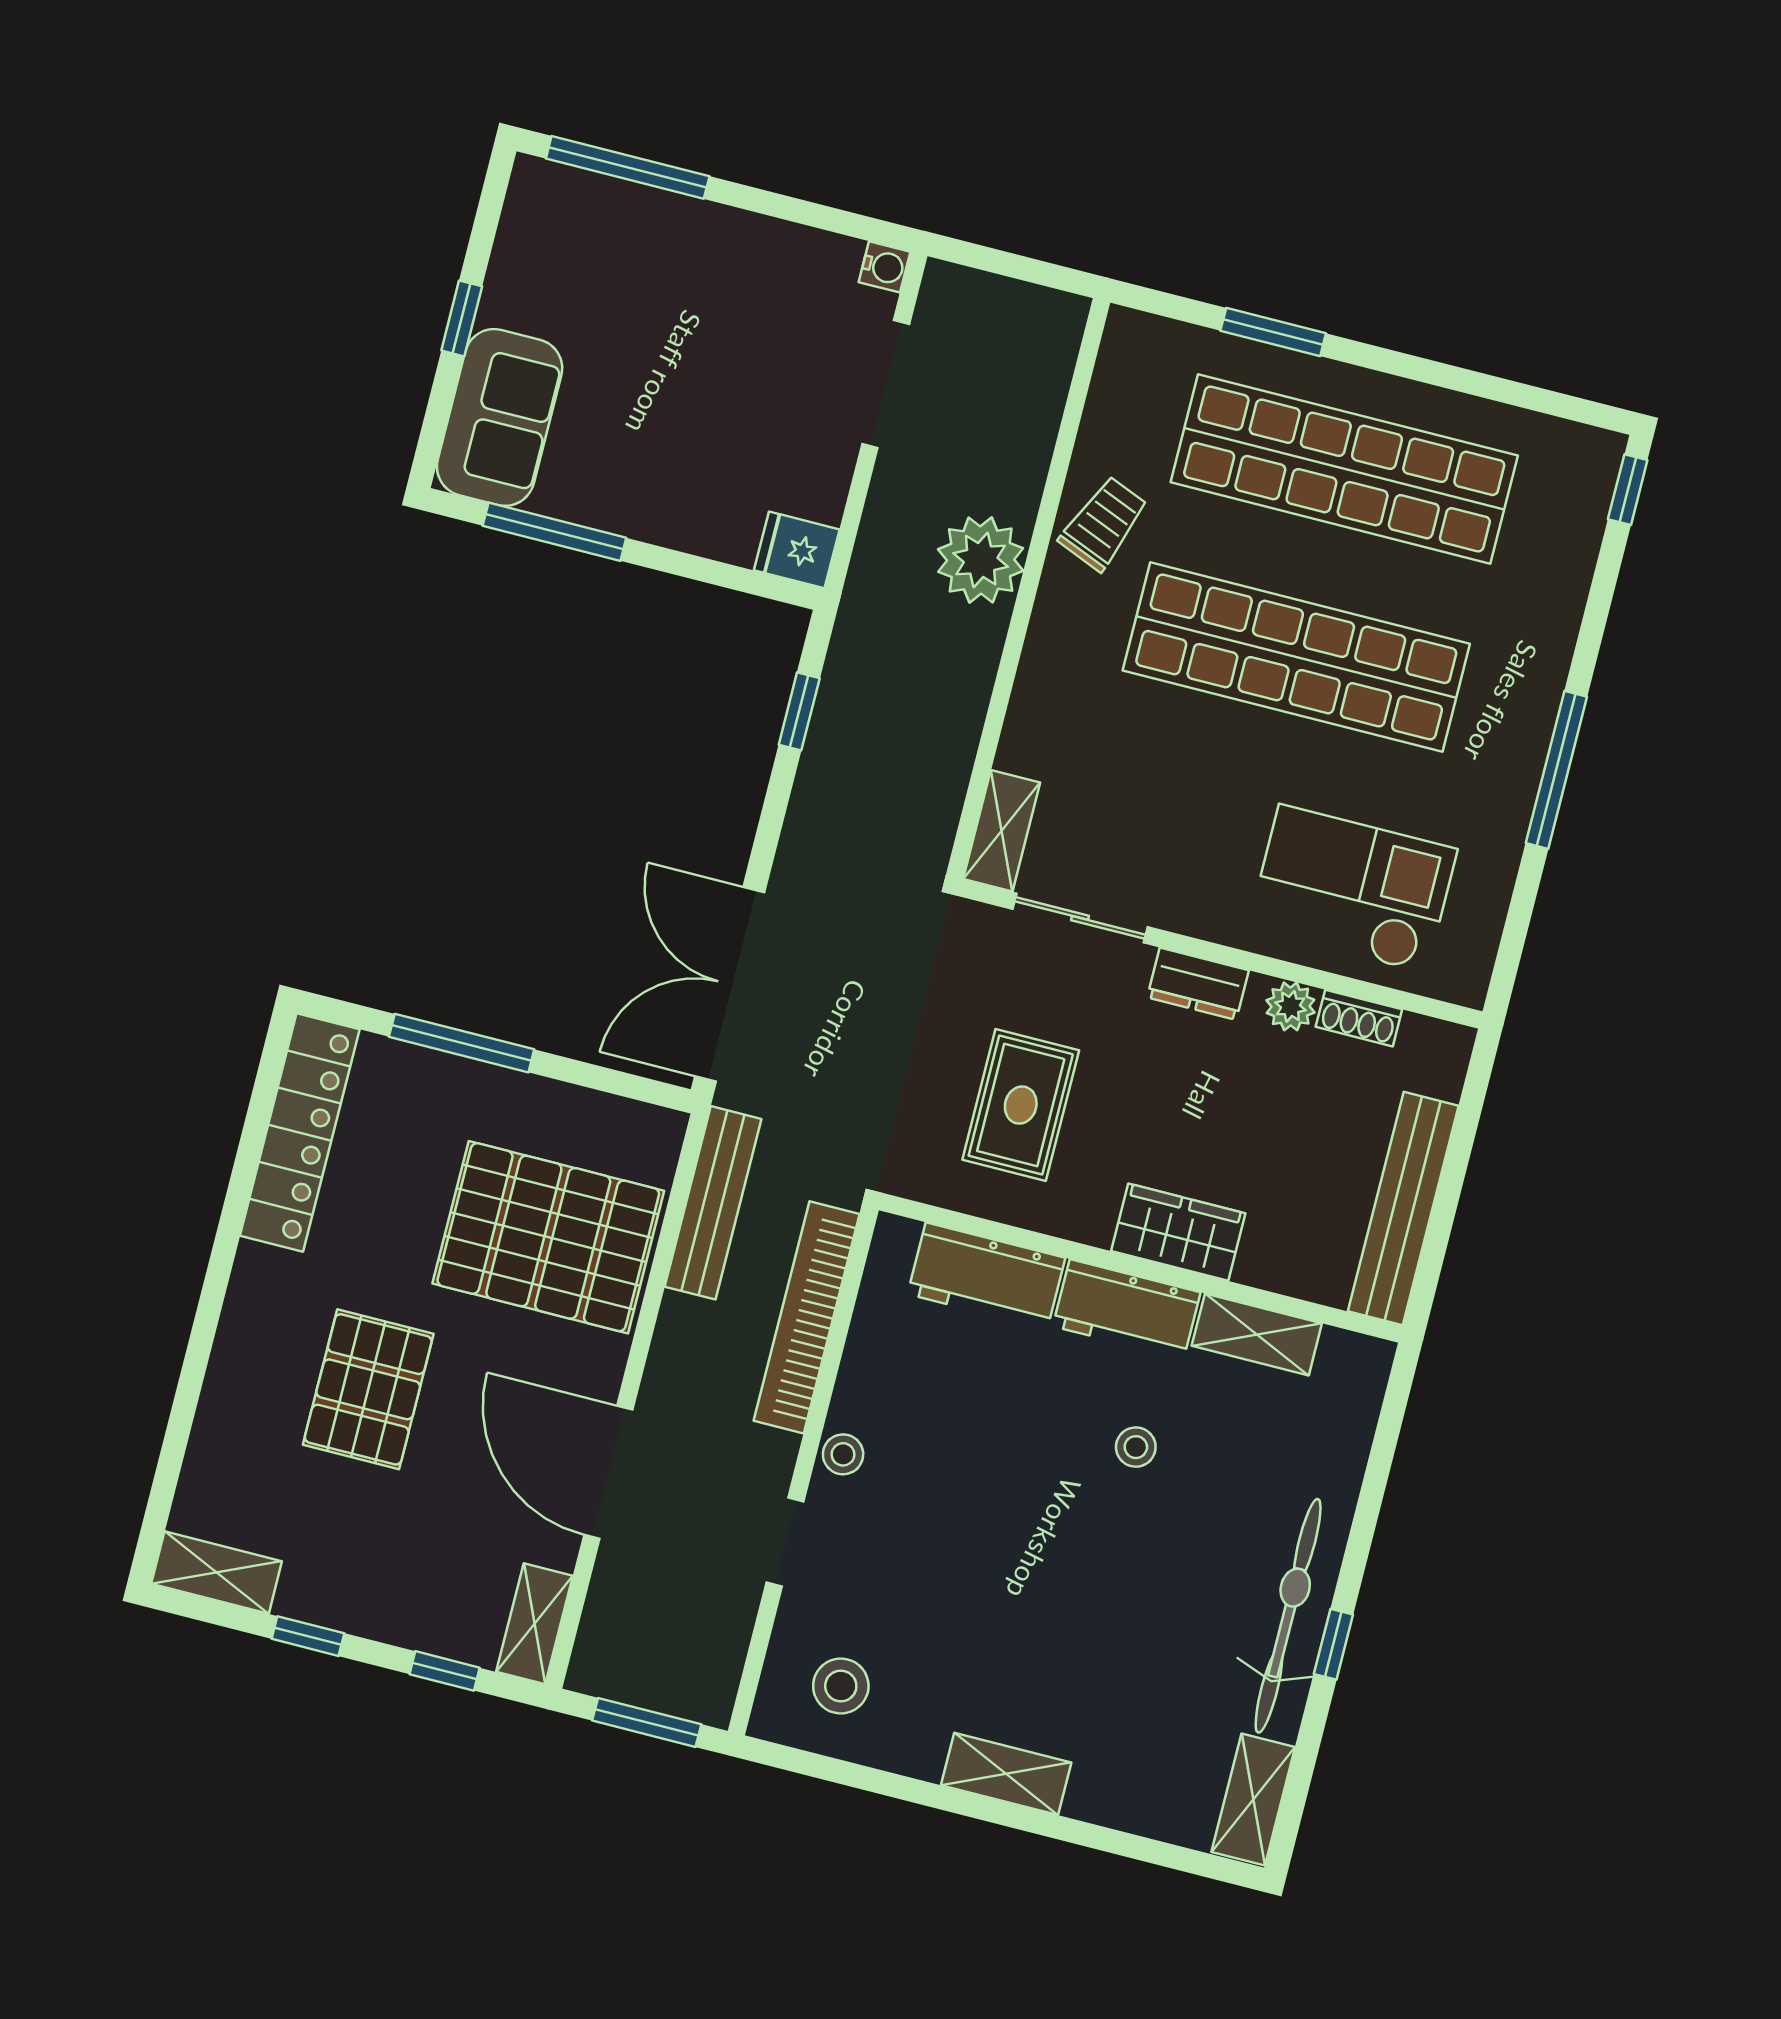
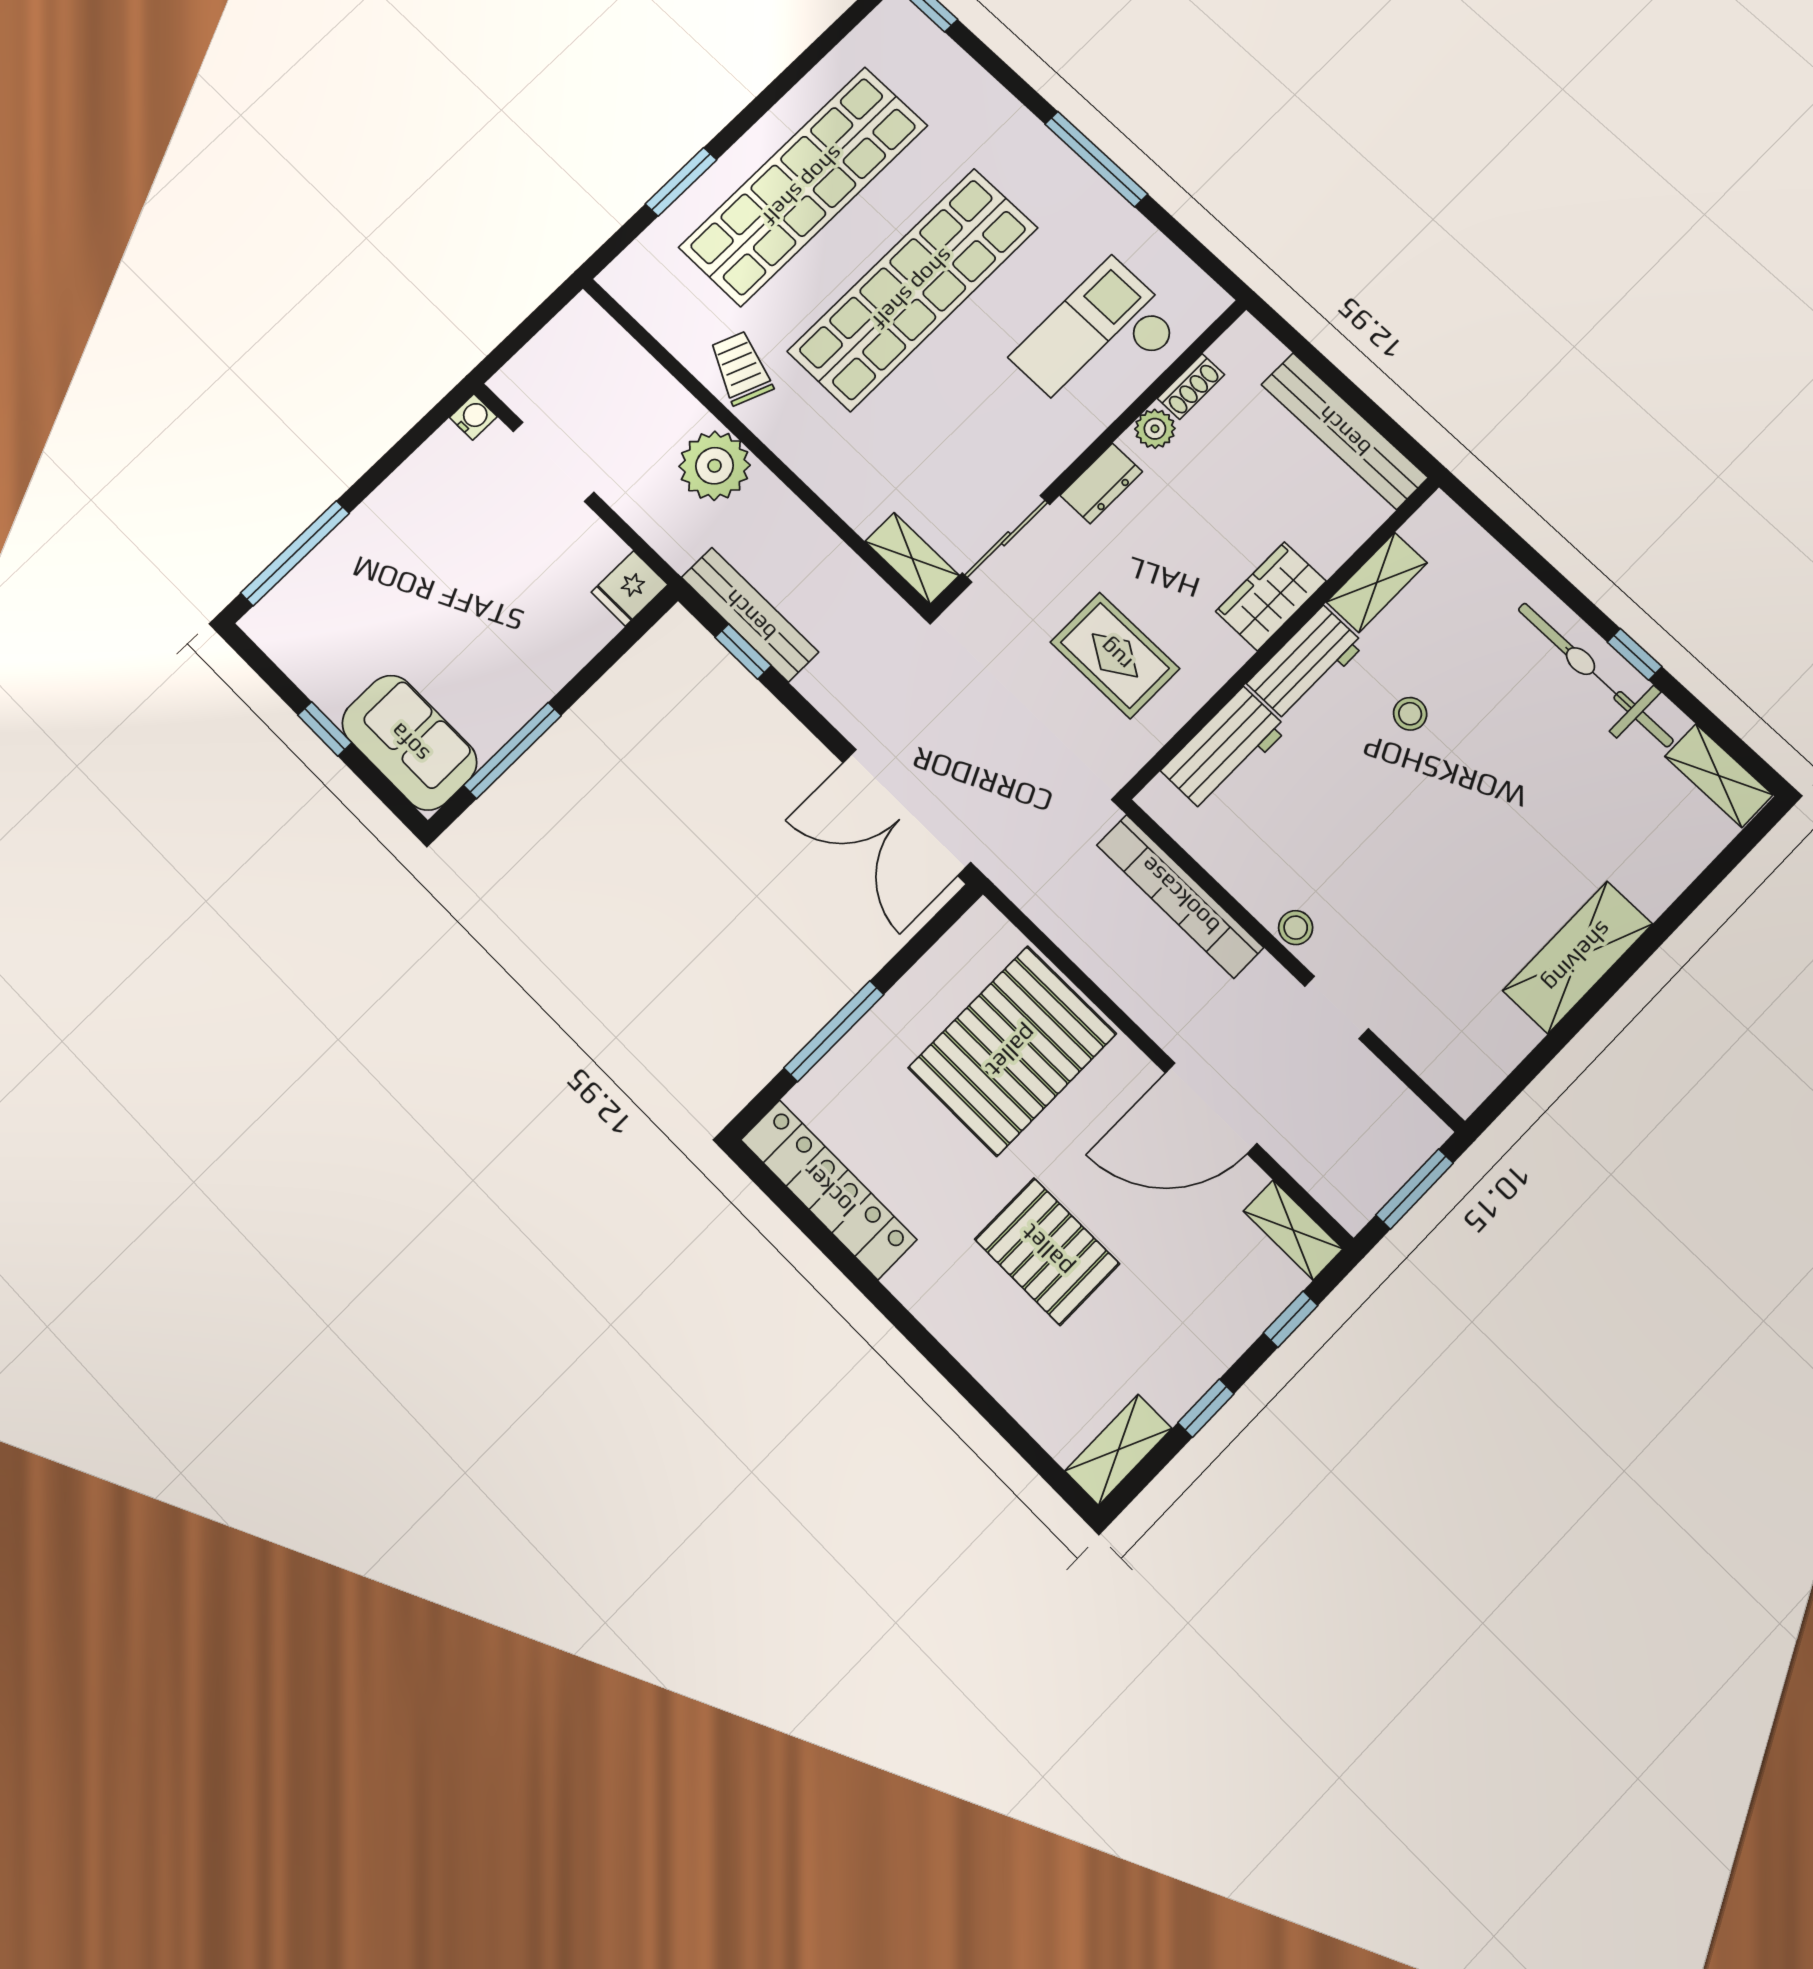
bench: (713, 1203) -> (750, 615), moved
stool: (841, 1686) -> (1467, 1028), removed
shelving: (1006, 1774) -> (1578, 957), width x1.50, depth x1.33

